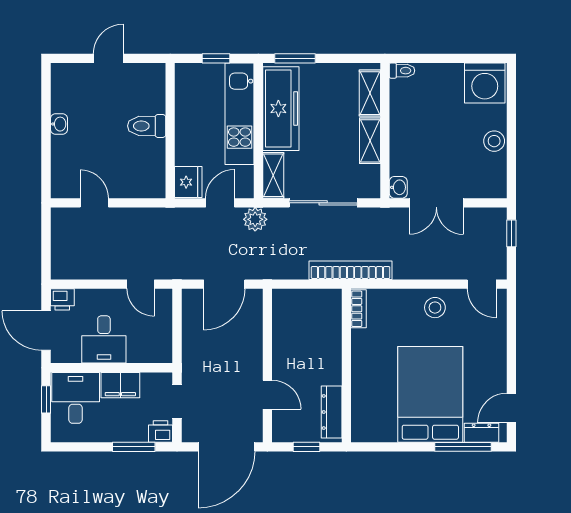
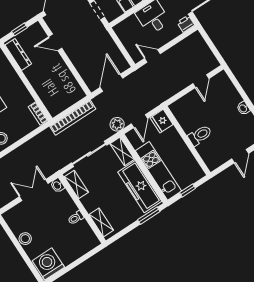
toilet: (402, 71) -> (76, 218), moved
shelving: (370, 141) -> (76, 185), moved
door: (94, 203) -> (201, 81), hinge flipped
bookcase: (351, 270) -> (73, 118), moved

